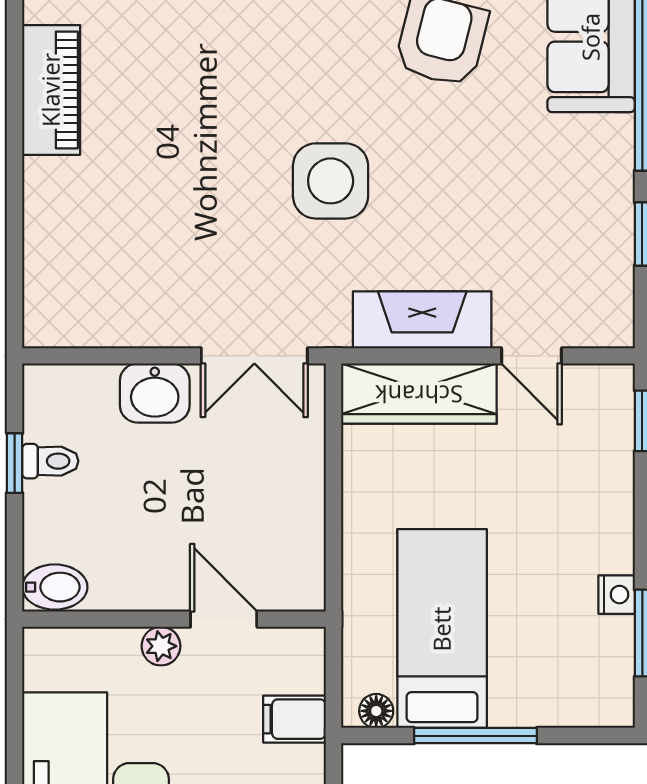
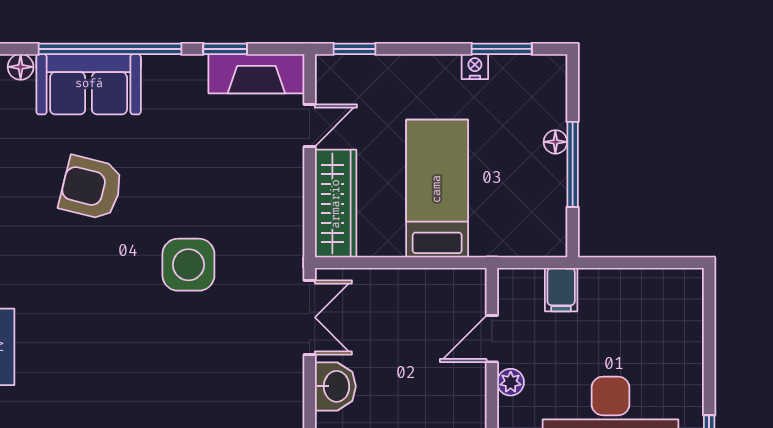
fireplace: (422, 320) -> (256, 74), moved, turned -90
bed: (442, 629) -> (437, 189), moved, turned 90
floor lamp: (376, 711) -> (555, 142), moved

